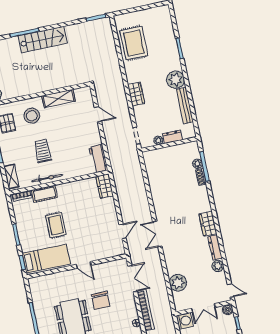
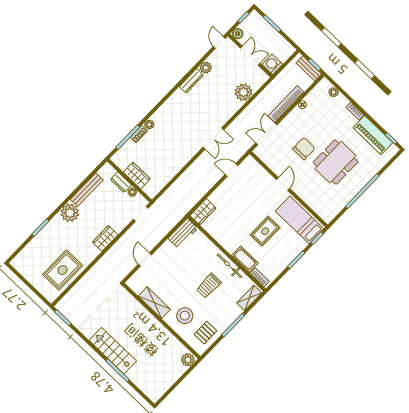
plant: (197, 164) -> (149, 125), moved
wardrobe: (208, 224) -> (137, 176), moved, turned -90

